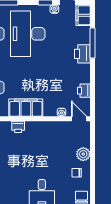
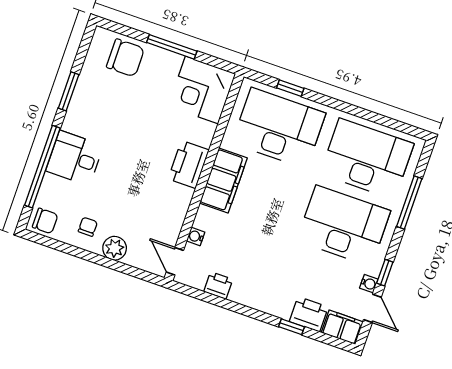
window: (92, 43) -> (292, 327), width x0.46
printer: (82, 54) -> (309, 314), moved
door: (79, 119) -> (175, 261), swing flipped
printer: (18, 127) -> (189, 164), width x1.87, depth x1.48

